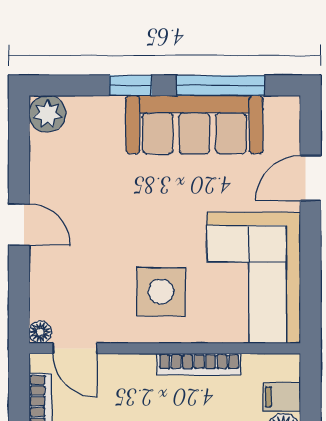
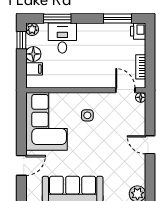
side table: (161, 292) -> (87, 115), width x0.54, depth x0.54
bookcase: (199, 364) -> (71, 83), removed

